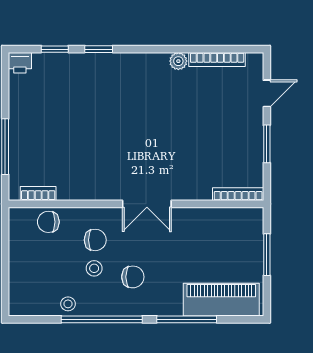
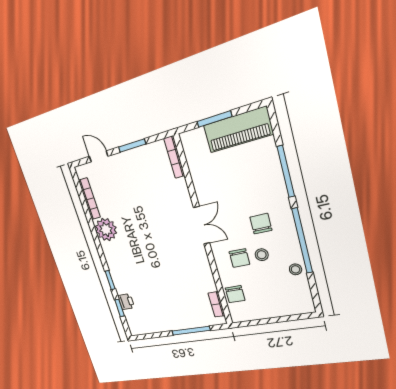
plant: (178, 61) -> (106, 230), width x1.87, depth x1.87
printer: (20, 63) -> (126, 302), moved
chair: (95, 240) -> (239, 258), turned 180
piano: (221, 300) -> (238, 130), moved, turned -90

